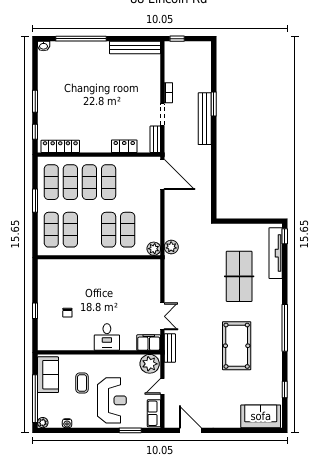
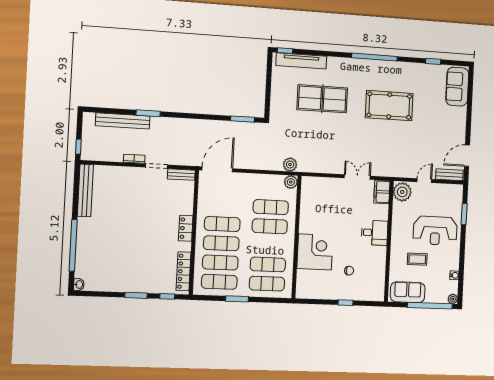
bench: (205, 119) -> (123, 121), moved
locker: (124, 146) -> (186, 228), moved
window: (214, 197) -> (242, 119), added
corner desk: (85, 277) -> (315, 252), added
bench: (170, 348) -> (449, 175), moved
door: (162, 386) -> (424, 181), swing flipped
reception desk: (112, 400) -> (435, 231), turned 180
row of seats: (154, 413) -> (449, 190), removed

